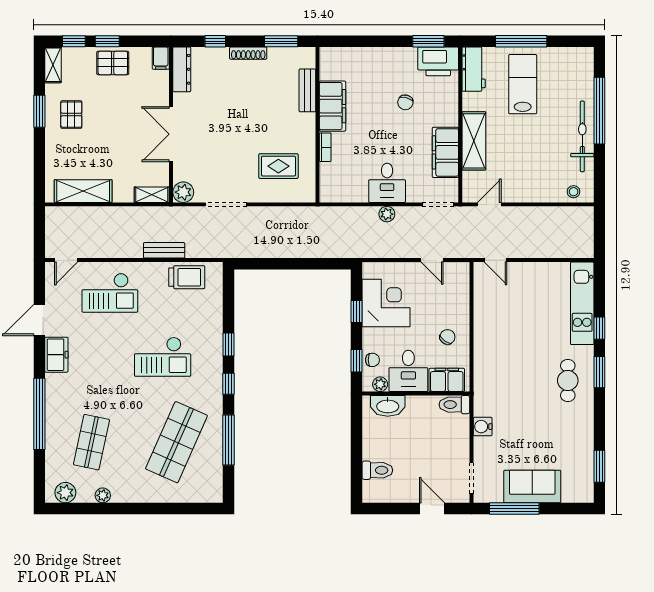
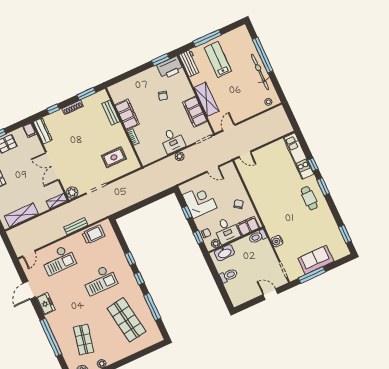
shop shelf: (176, 442) -> (126, 320), turned -33
toilet: (377, 470) -> (229, 275), moved

